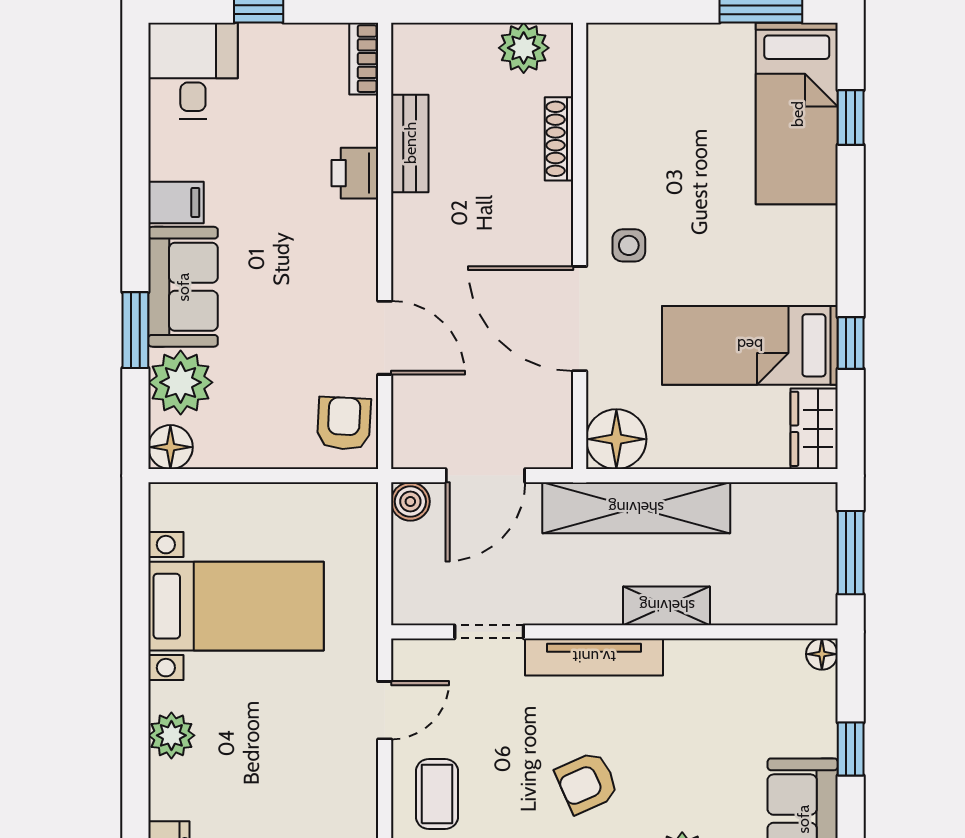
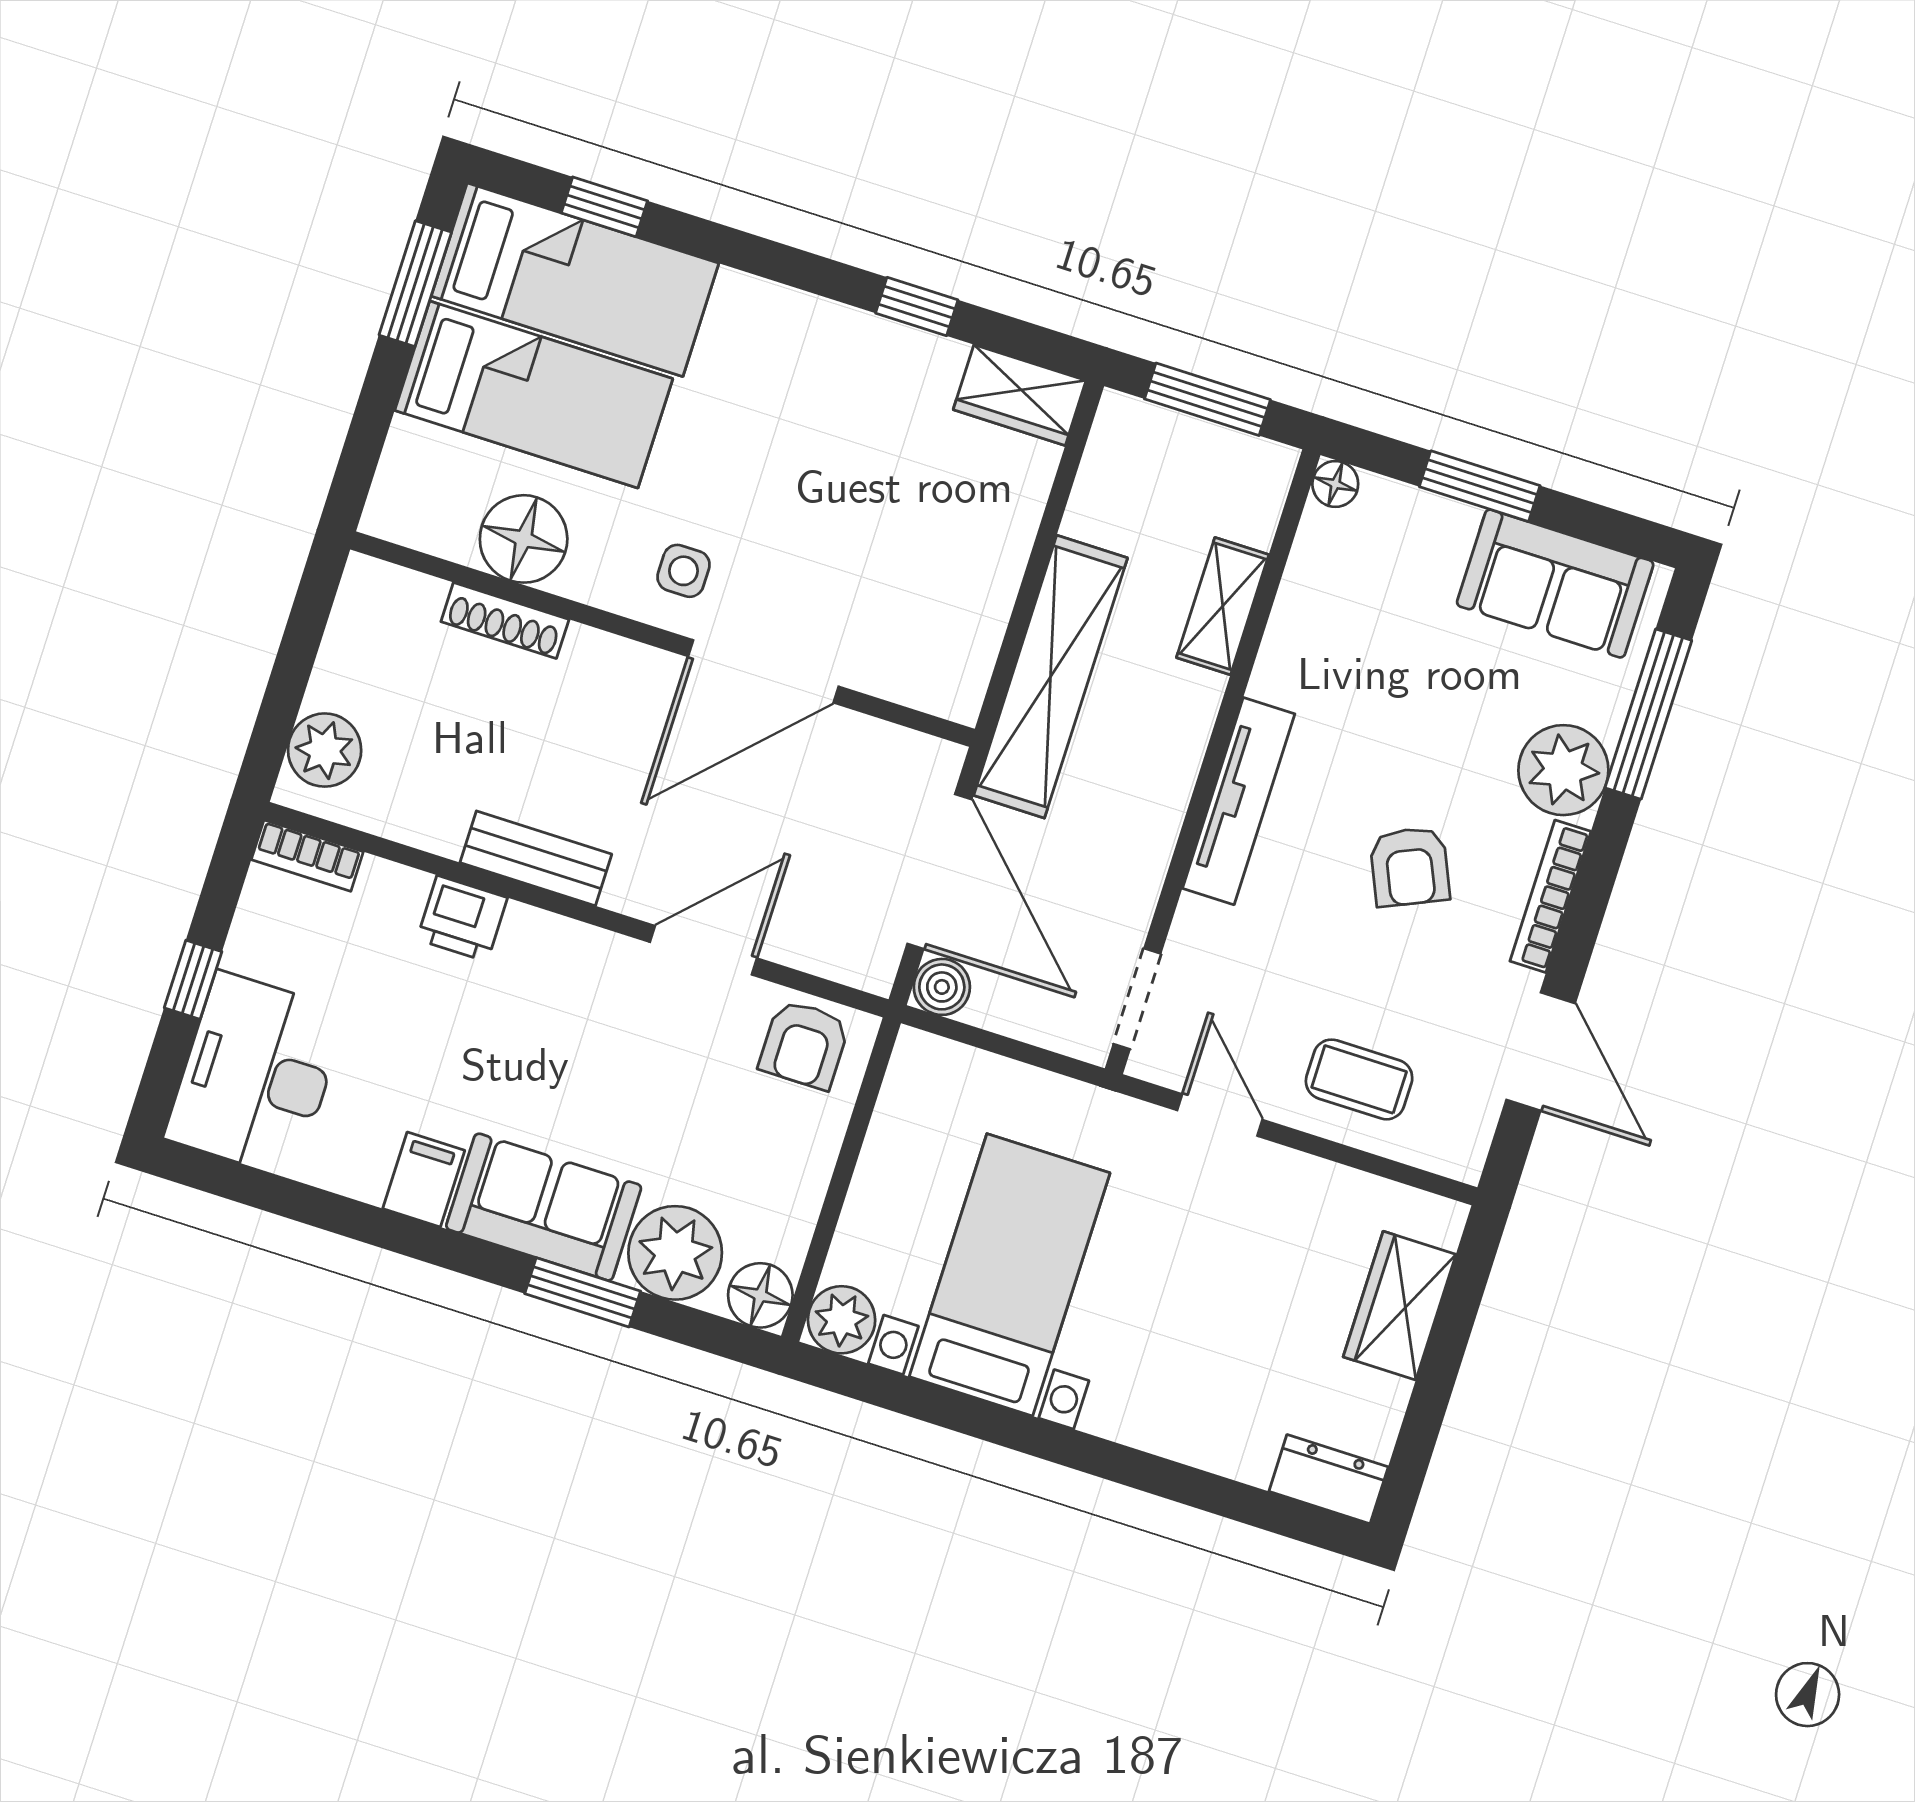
plant: (524, 48) -> (325, 750), moved
desk: (193, 71) -> (256, 1075), width x1.37
bench: (410, 143) -> (536, 858), moved
bed: (750, 345) -> (534, 395), moved, turned -90
armchair: (344, 423) -> (804, 1045), turned -93
floor lamp: (616, 439) -> (524, 539), moved
door: (485, 476) -> (939, 872), width x1.36
shelving: (667, 606) -> (1223, 606), moved
doorway: (489, 632) -> (1137, 999), moved
plant: (171, 735) -> (842, 1320), moved
window: (851, 749) -> (1480, 486), width x1.50

